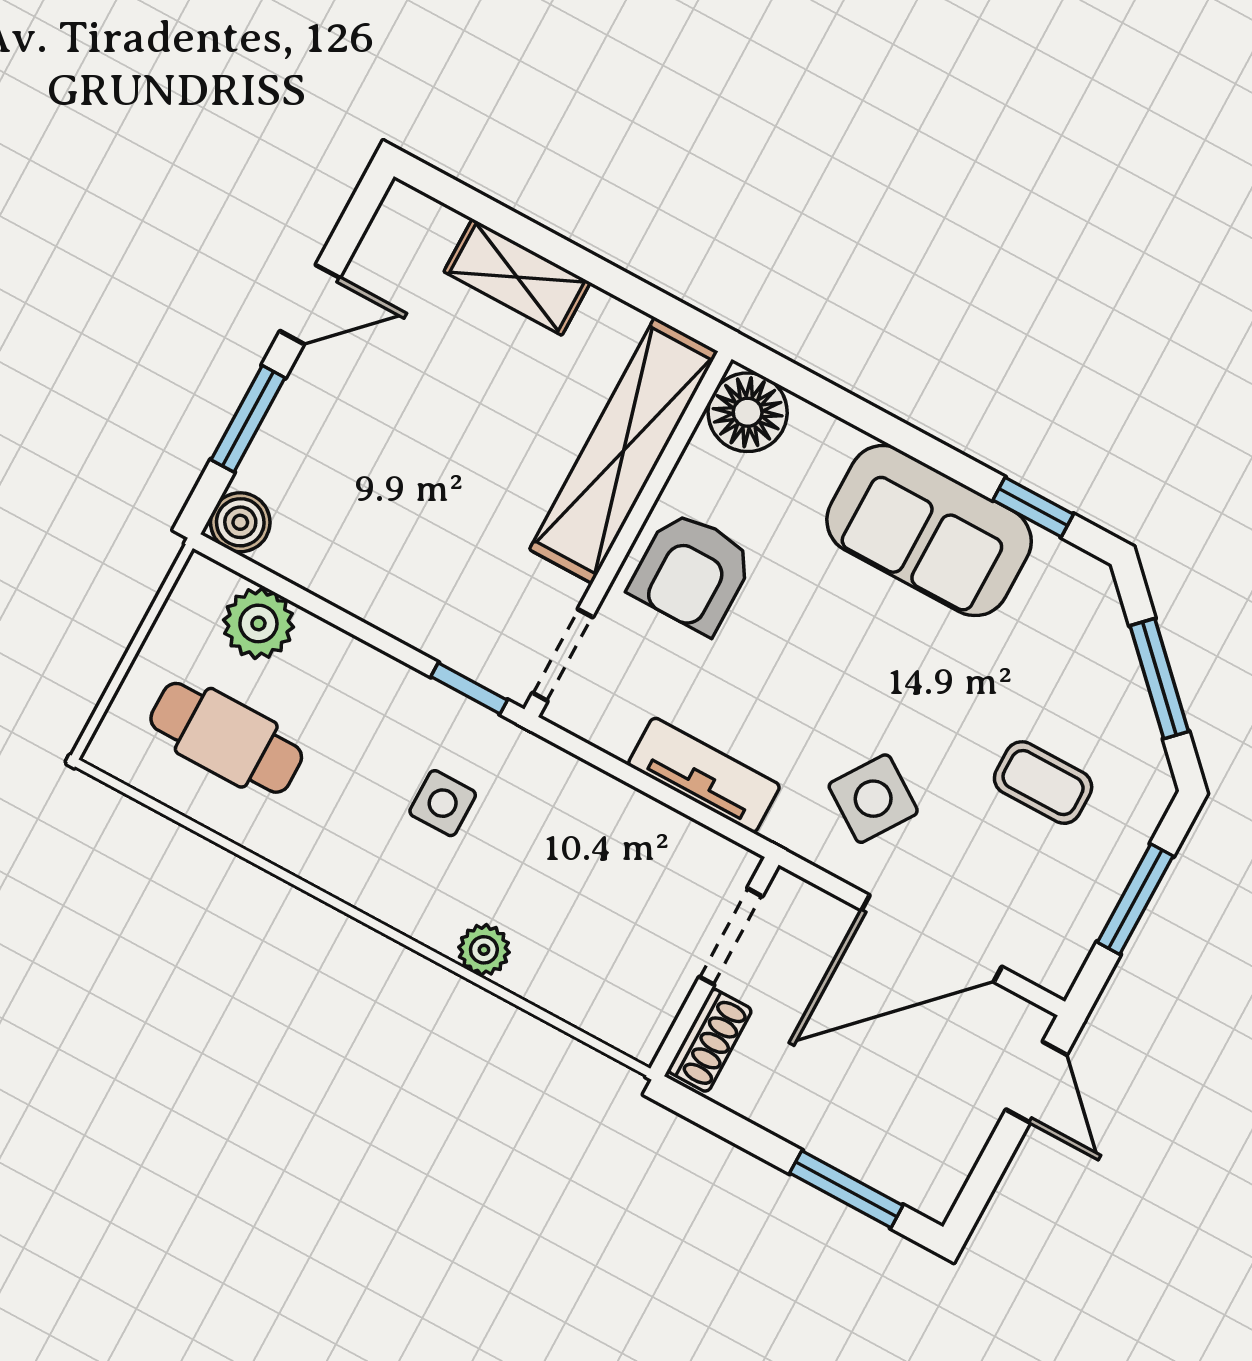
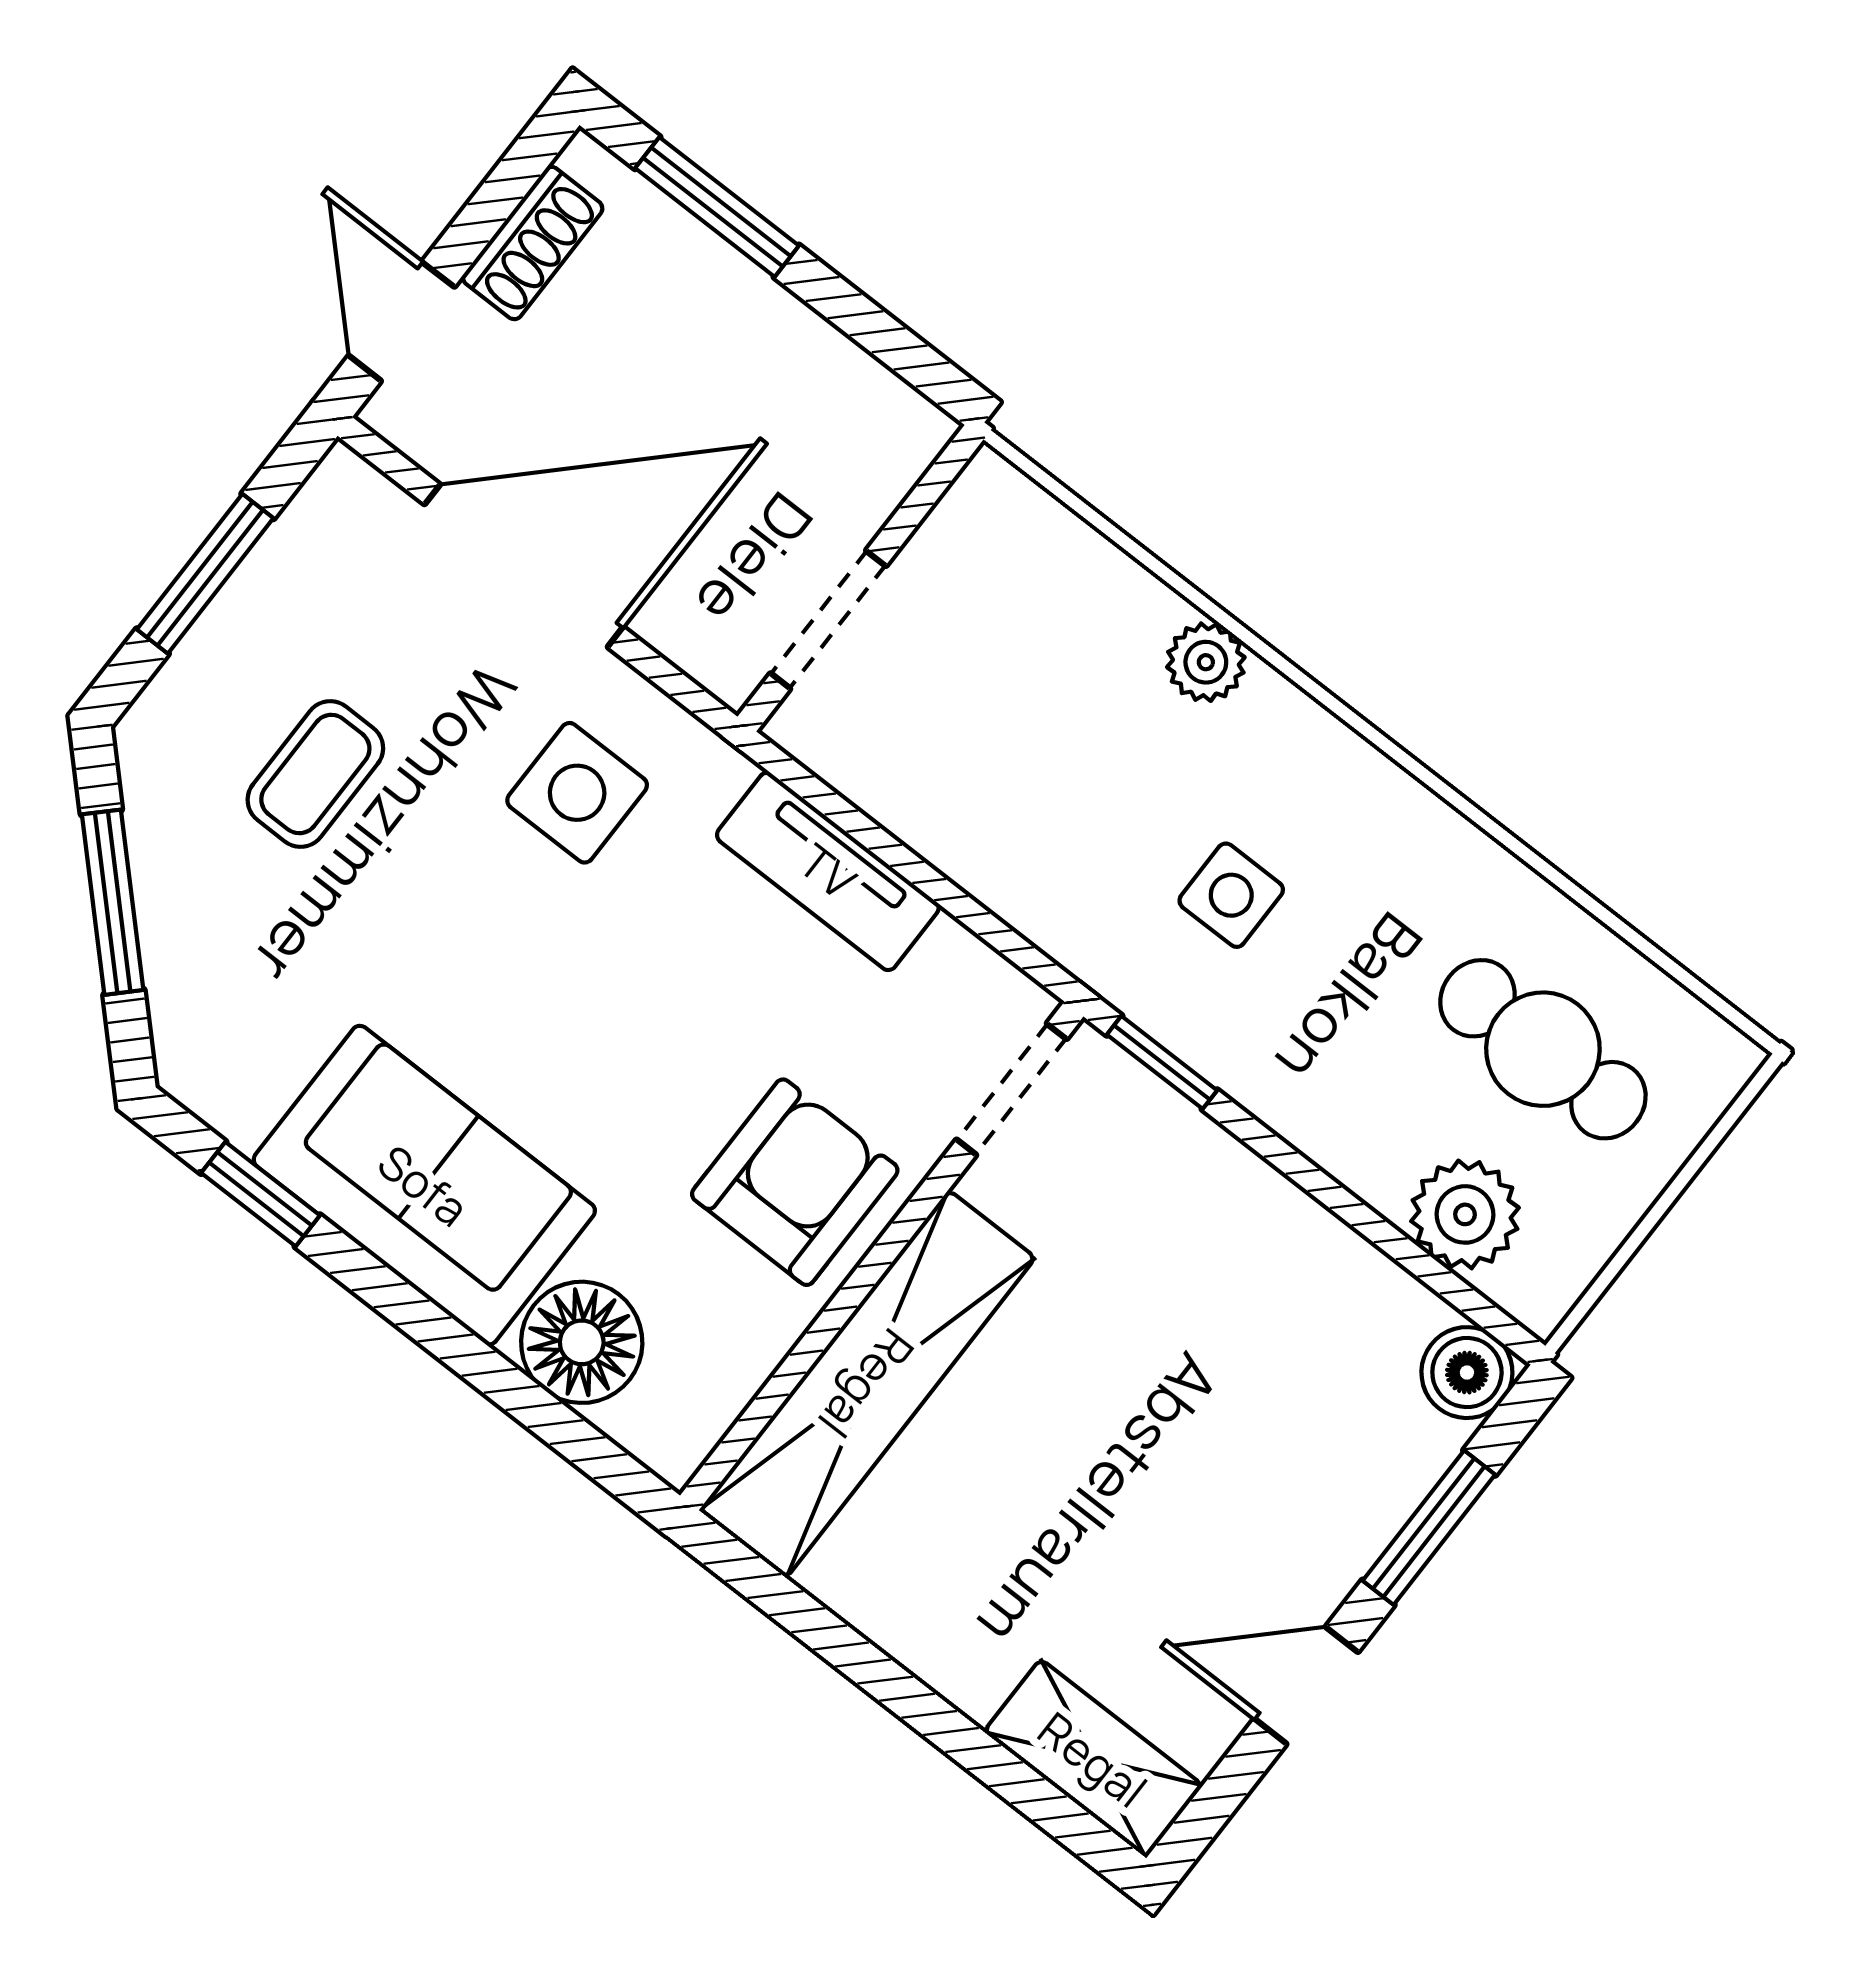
shelving: (517, 277) -> (1093, 1759), moved
floor lamp: (748, 412) -> (582, 1342), moved
coffee table: (1043, 783) -> (315, 774), turned 90
side table: (873, 799) -> (577, 793), turned -34
shoe rack: (710, 1040) -> (533, 243), moved, turned 180

